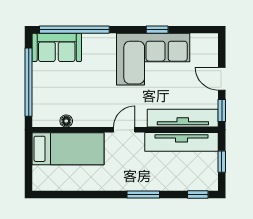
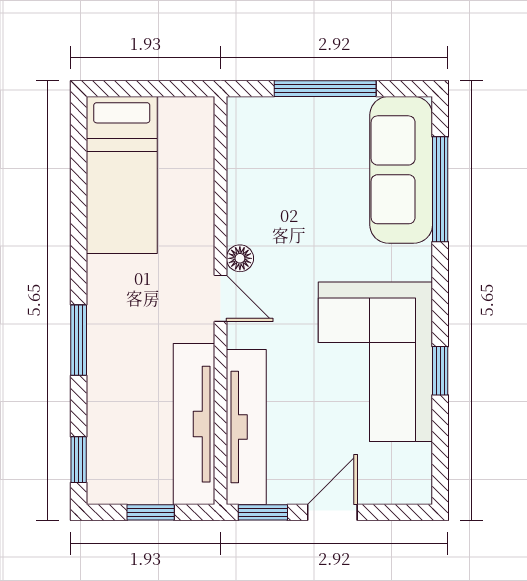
window: (74, 30) -> (440, 189), width x0.68
sofa: (57, 47) -> (401, 170), width x1.36
window: (29, 82) -> (325, 89), width x0.68
floor lamp: (66, 121) -> (240, 258), moved
bed: (68, 149) -> (122, 175), moved

